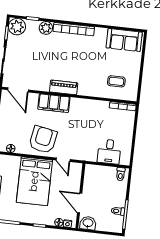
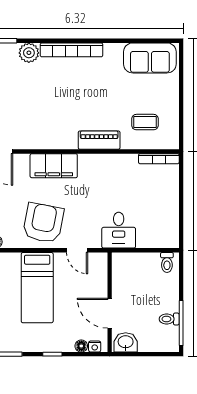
piano: (64, 87) -> (99, 140), moved
desk: (109, 152) -> (119, 230), moved
bed: (34, 181) -> (37, 288), width x0.67

